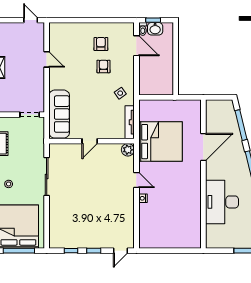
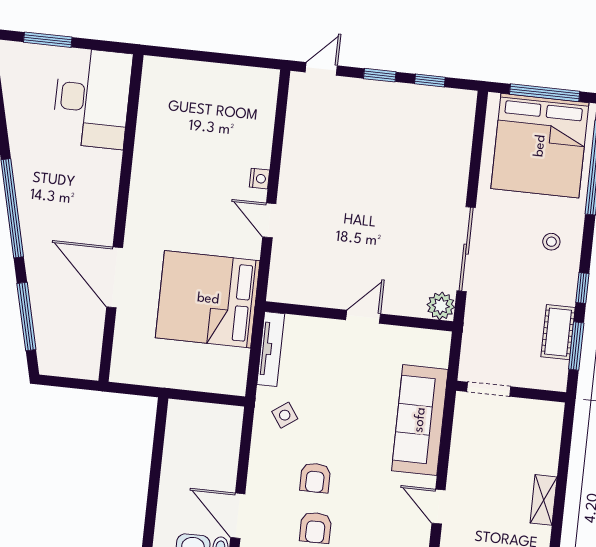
sofa: (59, 114) -> (420, 420), moved
door: (203, 147) -> (115, 277), hinge flipped
plant: (128, 150) -> (441, 306), moved
desk: (222, 202) -> (92, 98), moved

